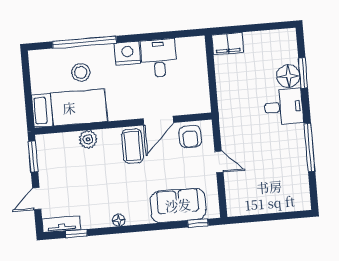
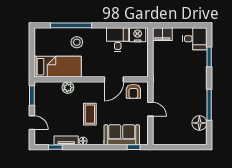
nightstand: (127, 53) -> (138, 35), moved
stool: (81, 72) -> (77, 42), moved
floor lamp: (288, 76) -> (199, 123), moved
desk: (284, 107) -> (195, 39), moved
coffee table: (132, 146) -> (90, 114), moved
door: (37, 199) -> (32, 123), swing flipped
tv unit: (61, 224) -> (66, 140), moved

